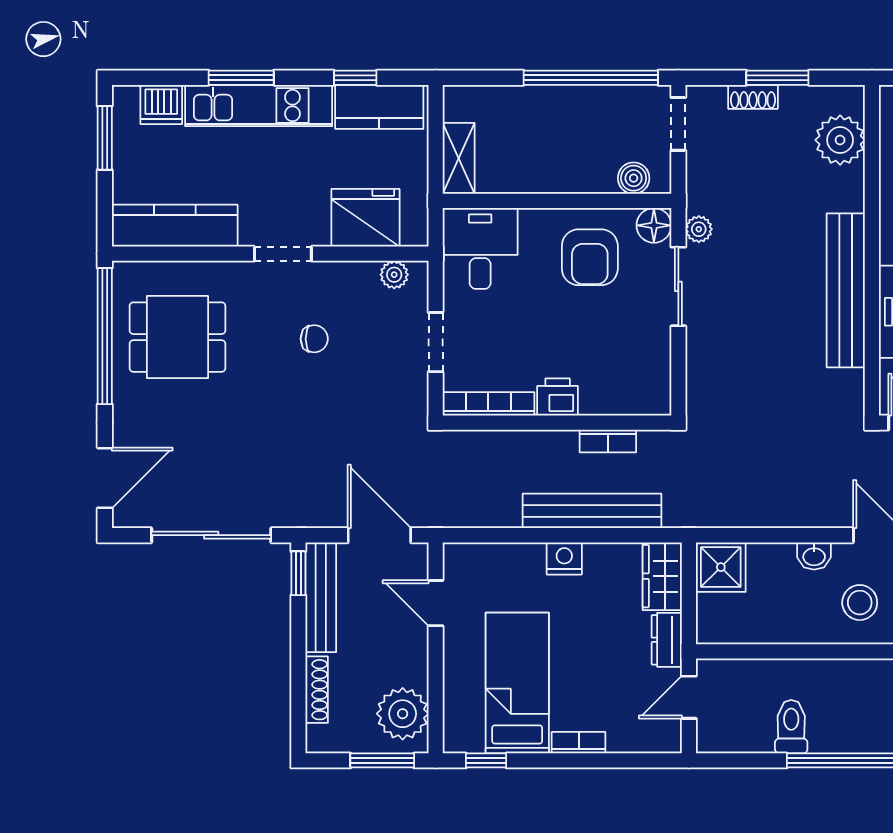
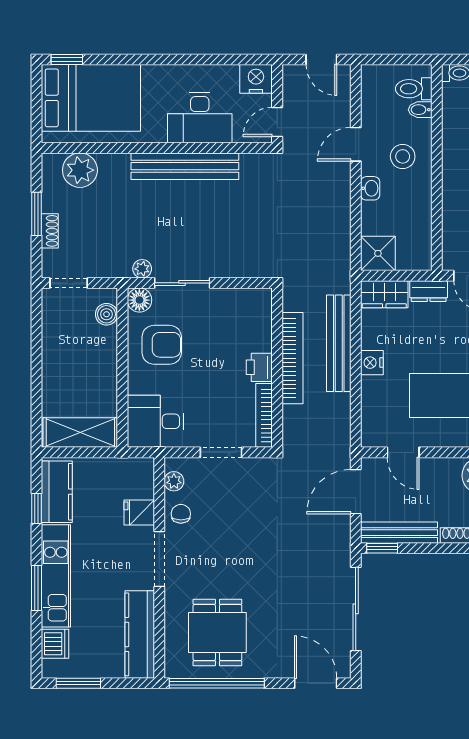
window: (591, 78) -> (36, 344), removed
shelving: (459, 158) -> (80, 433), width x1.50, depth x1.33
fridge: (365, 218) -> (139, 513), width x0.53, depth x0.75
doorway: (283, 254) -> (159, 559), width x1.38
chair: (314, 339) -> (181, 514), moved
bookcase: (608, 441) -> (292, 358), width x2.31, depth x1.31
door: (436, 603) -> (403, 452), hinge flipped

